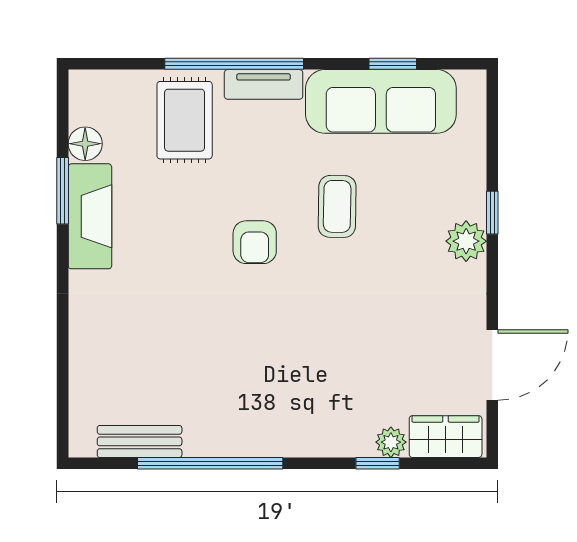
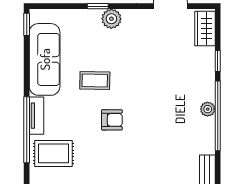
window: (393, 64) -> (27, 24), moved
plant: (391, 442) -> (208, 109), moved
window: (210, 463) -> (218, 116), moved

